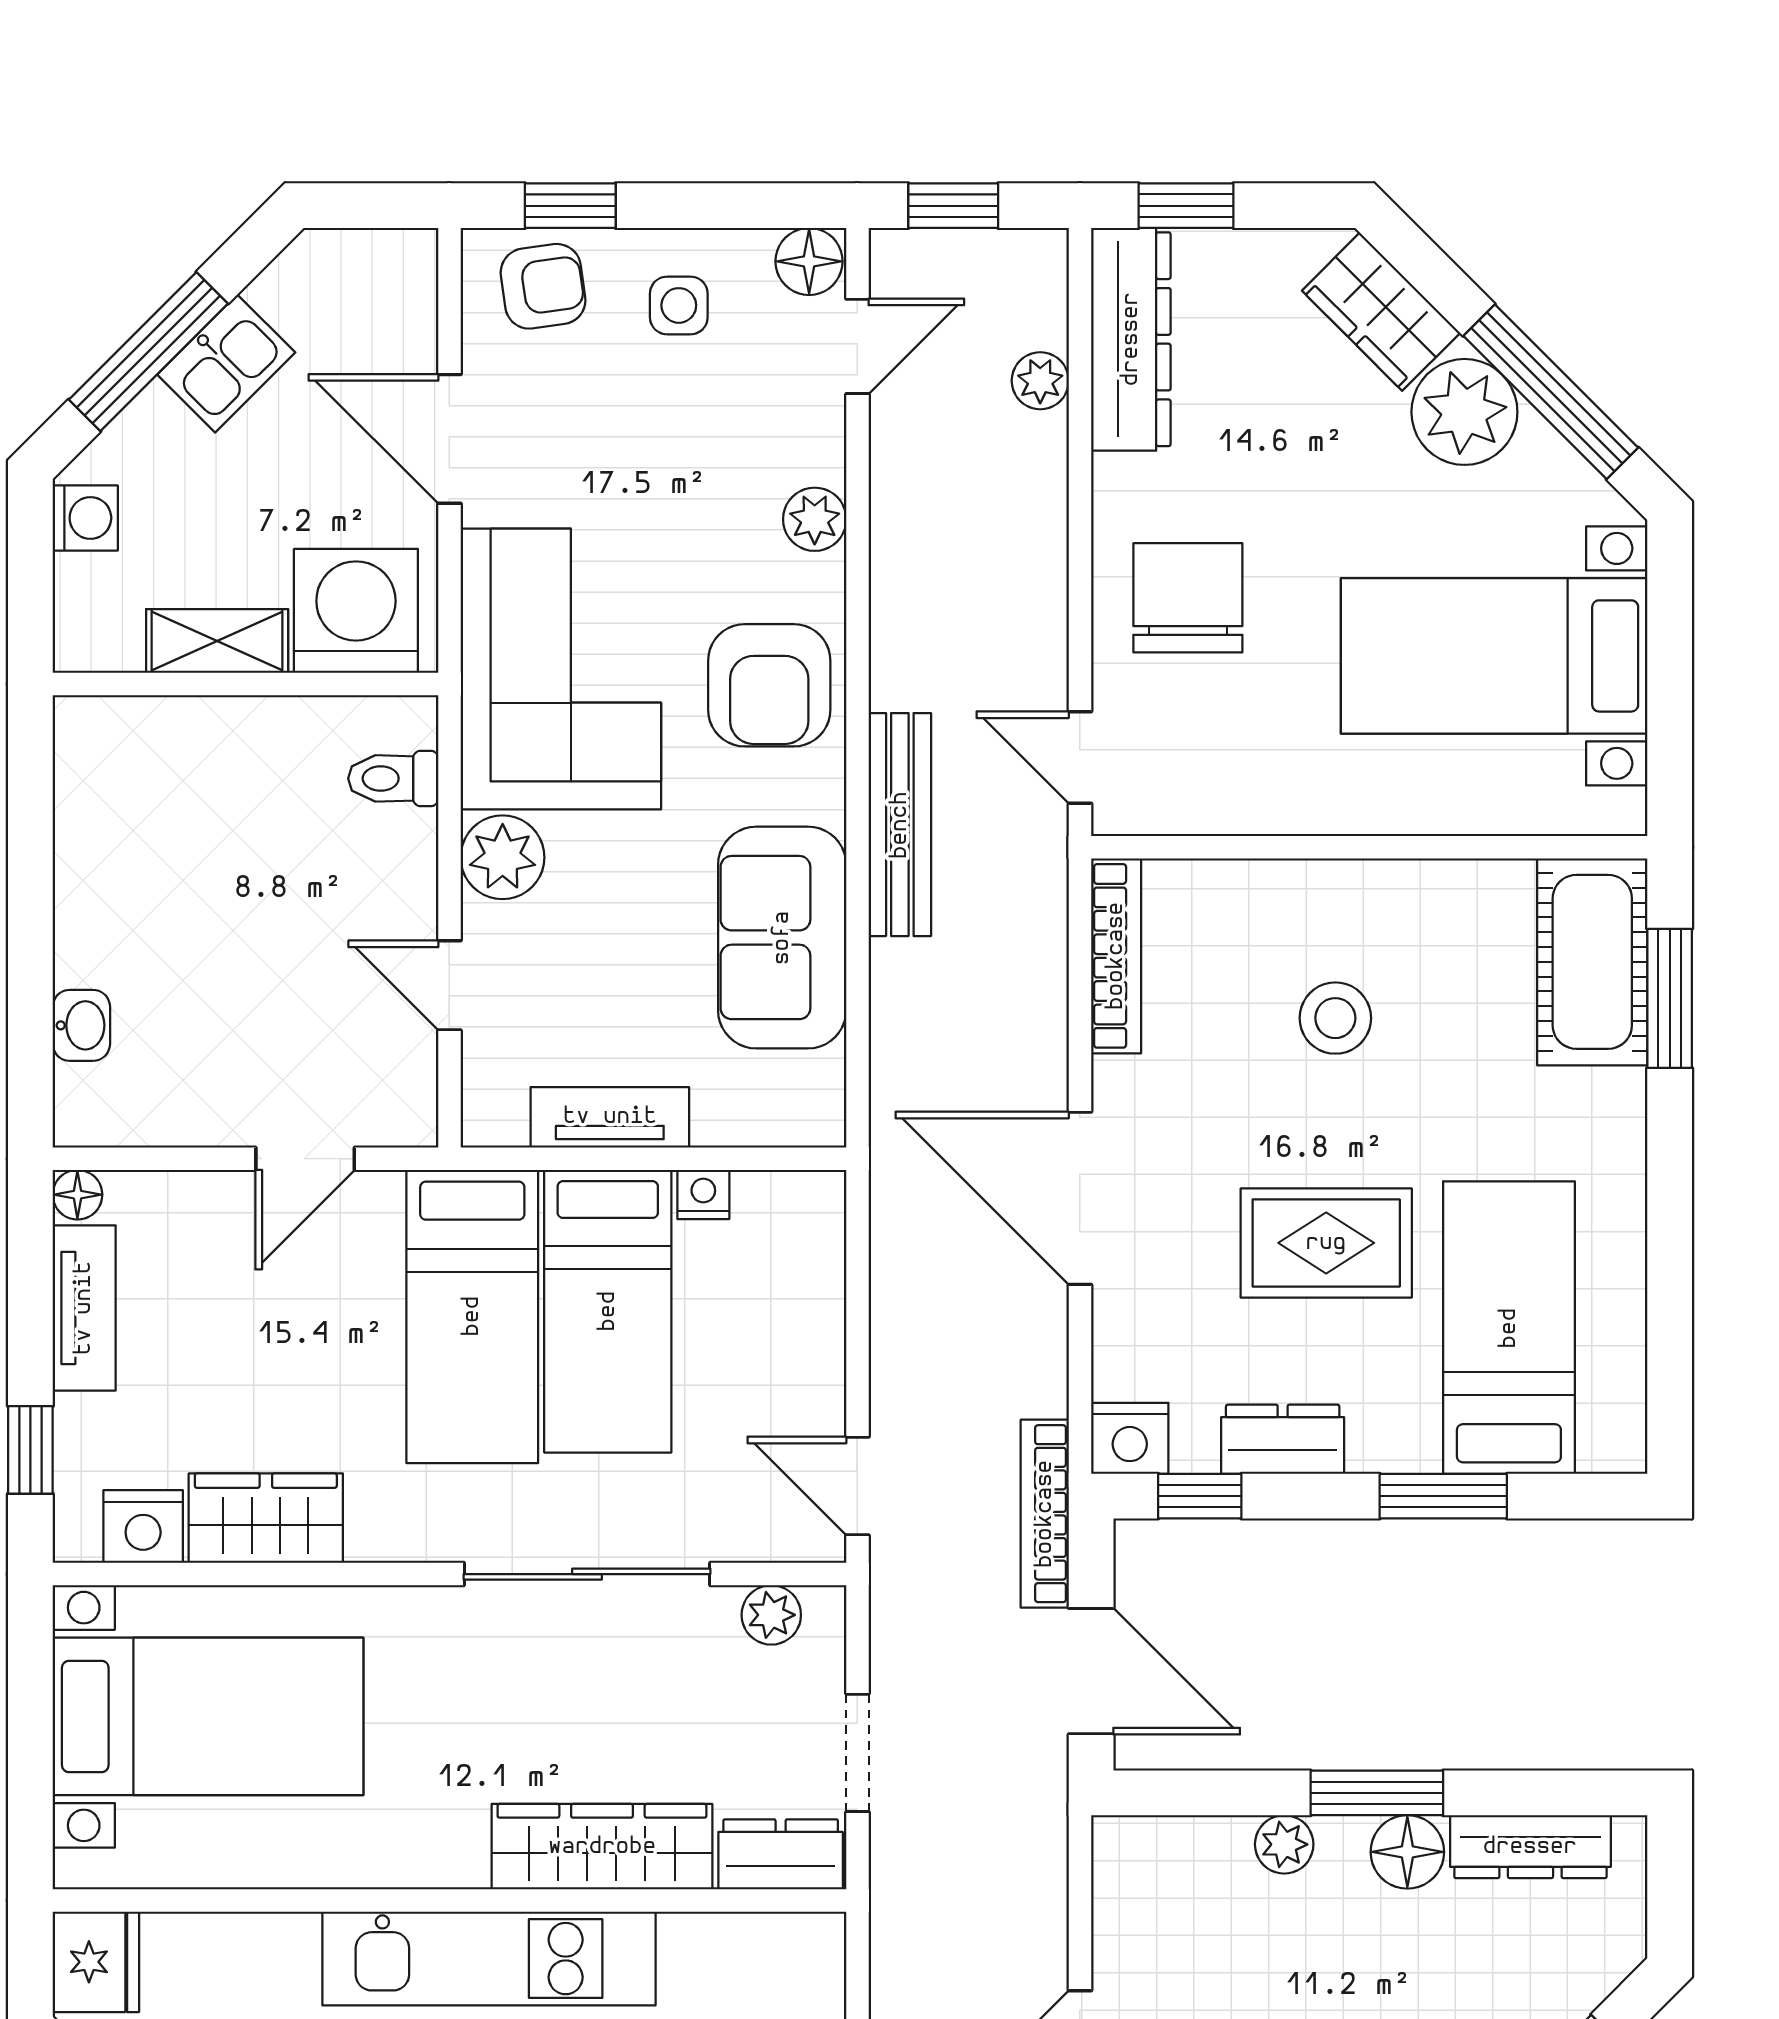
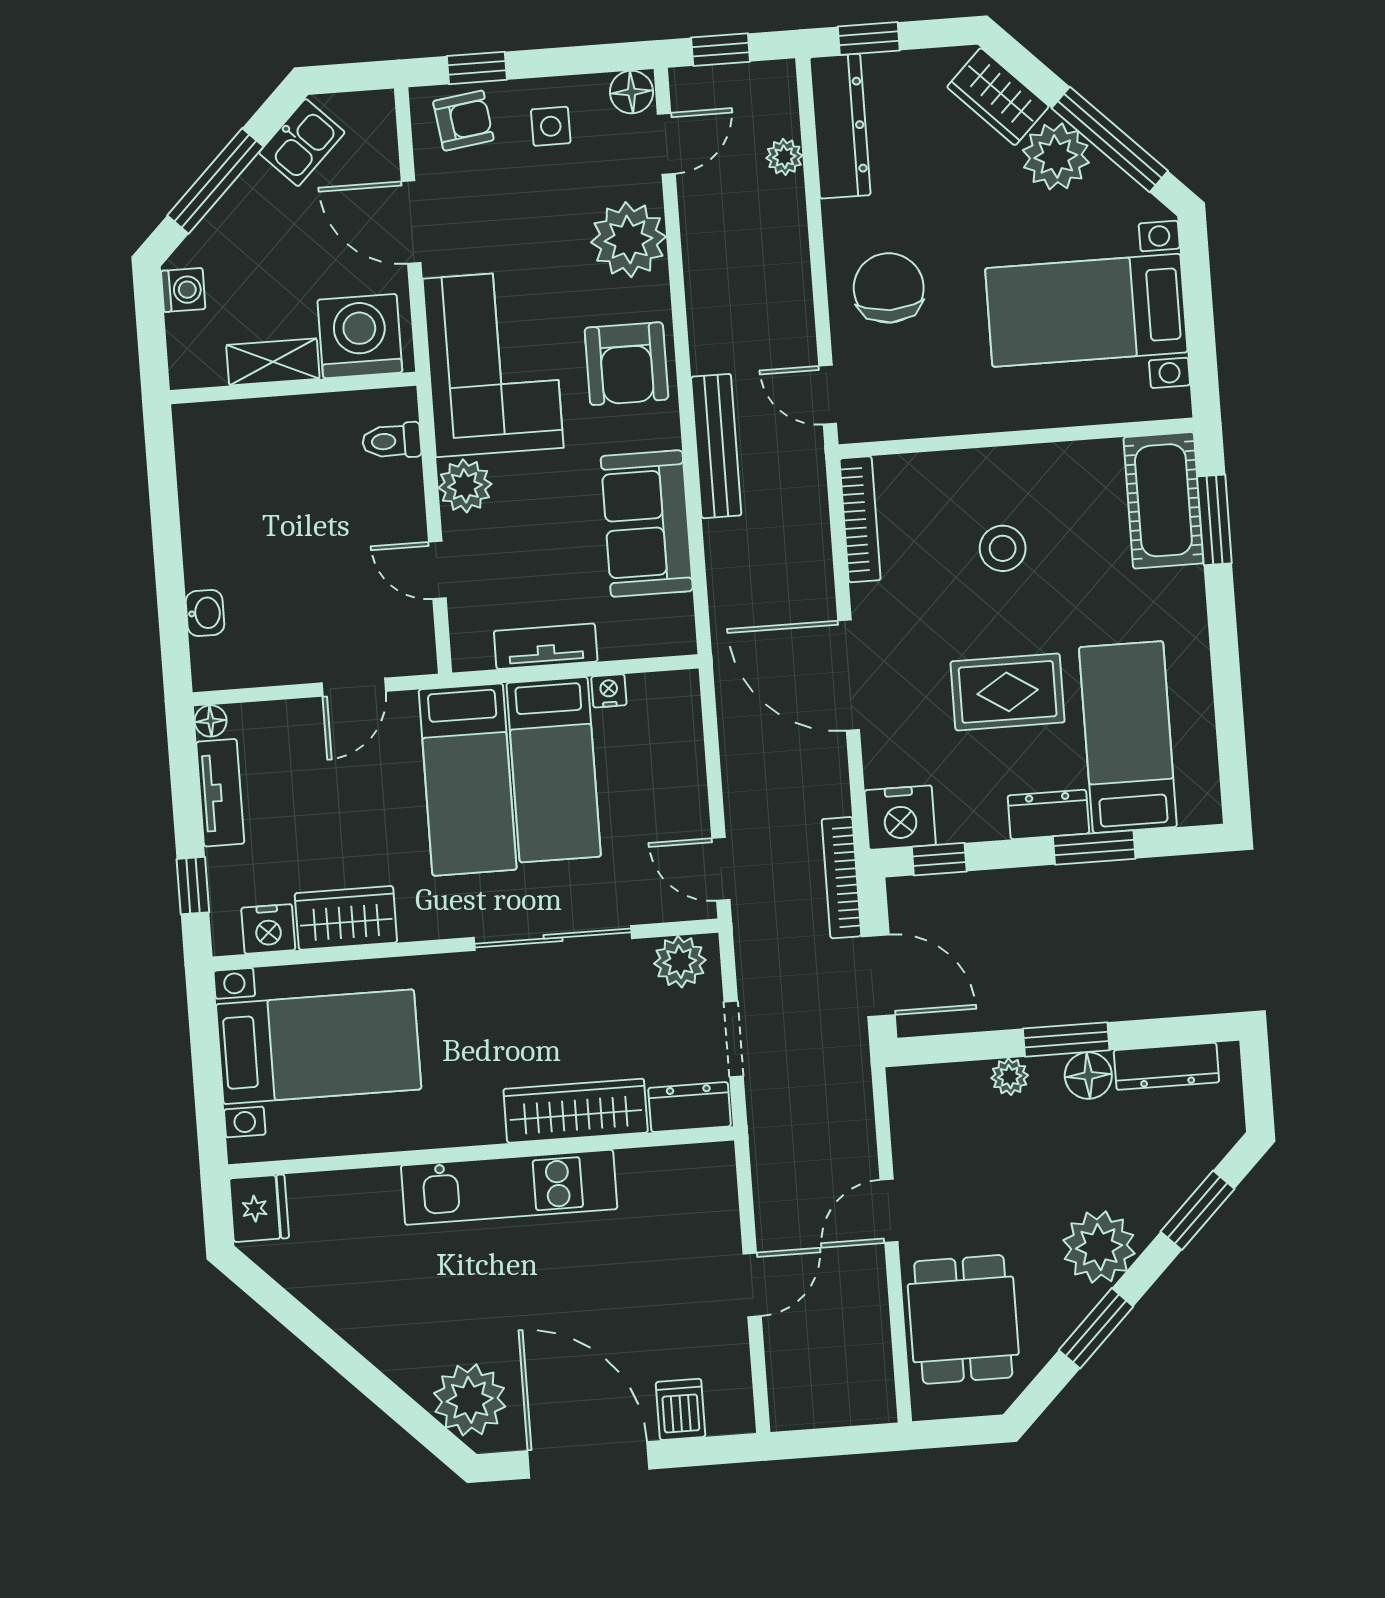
kitchen sink: (226, 363) -> (302, 143), moved
plant: (815, 519) -> (628, 240), width x1.87, depth x1.87
nightstand: (1130, 1438) -> (900, 818), width x1.36, depth x1.33
dresser: (1283, 1439) -> (1048, 814), moved
plant: (771, 1615) -> (680, 962), width x1.38, depth x1.38

